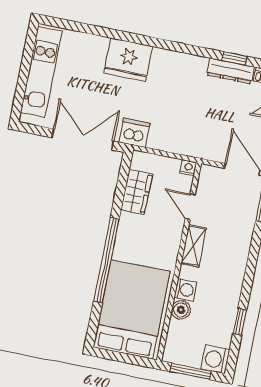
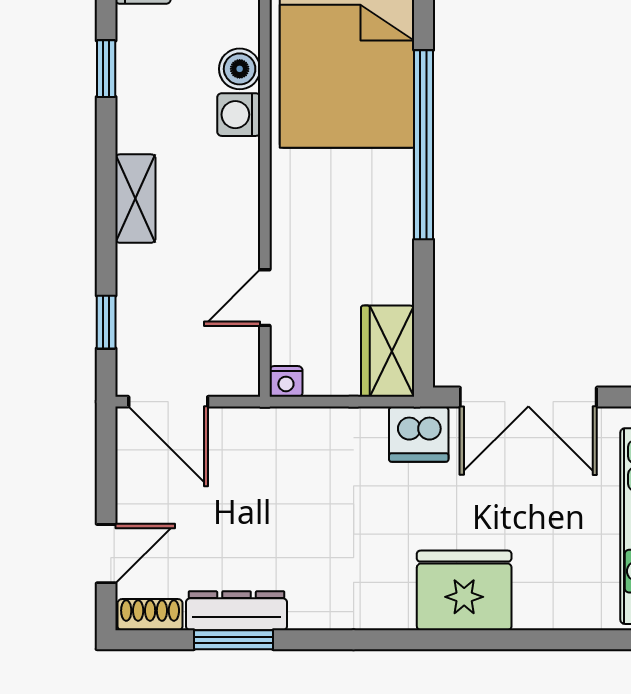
window: (234, 58) -> (234, 640), width x1.50
wardrobe: (137, 192) -> (388, 351), moved
door: (190, 207) -> (265, 298), swing flipped
shelving: (194, 246) -> (135, 199), moved

